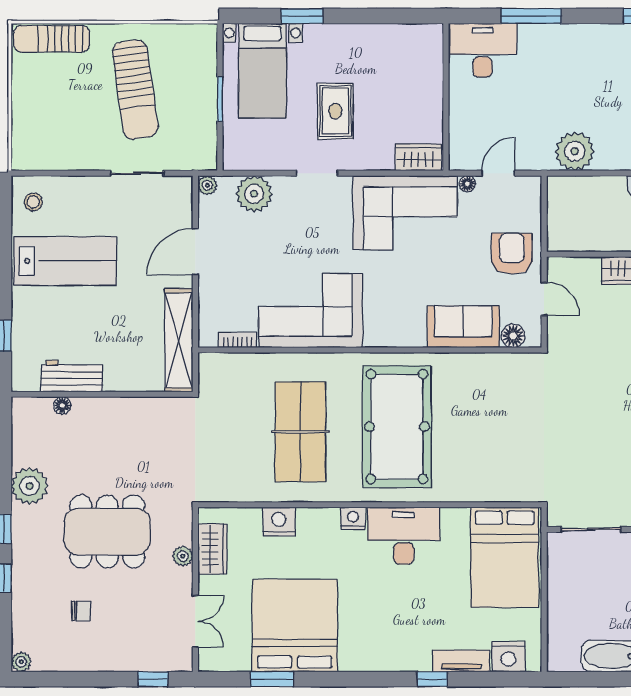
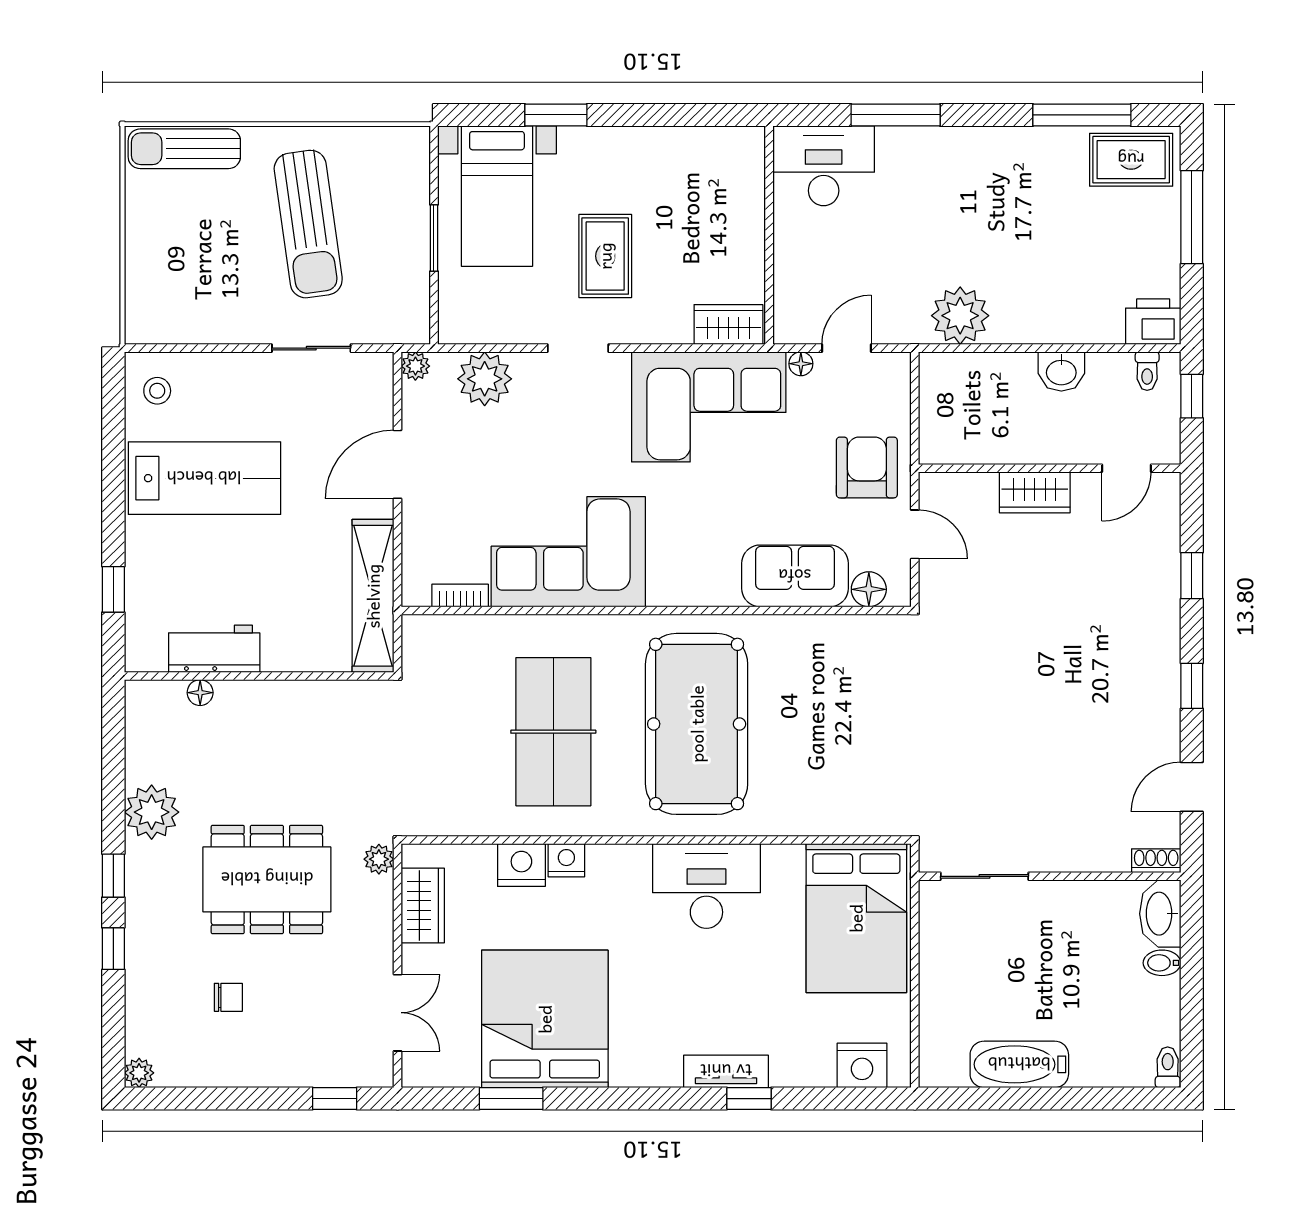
nightstand: (353, 518) -> (566, 860), moved
plant: (183, 556) -> (379, 859), moved
tv unit: (461, 661) -> (726, 1071), moved

